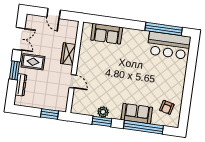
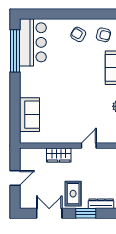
armchair: (170, 86) -> (78, 34), added

